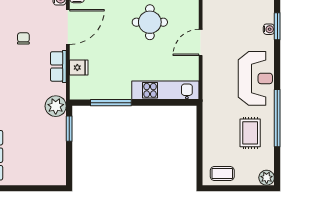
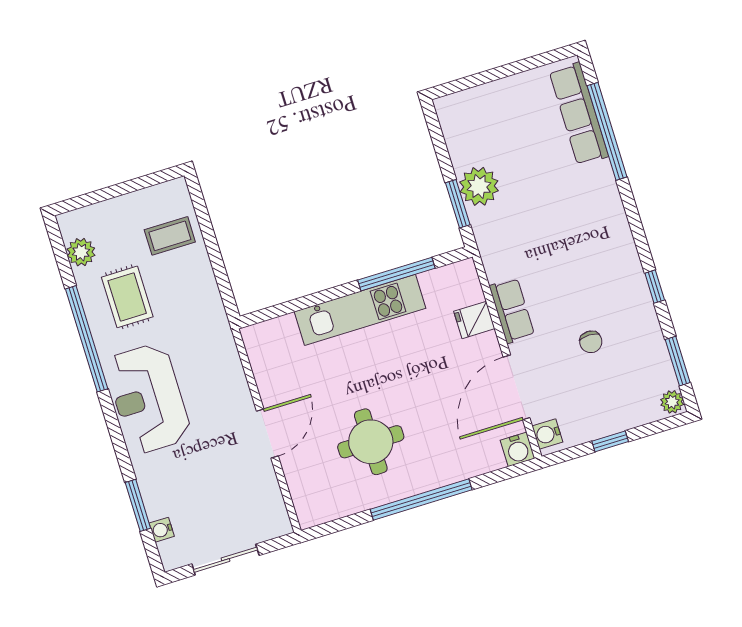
water cooler: (269, 29) -> (162, 530), moved
kitchen unit: (165, 90) -> (360, 310), moved
plant: (56, 106) -> (479, 186), moved
coffee table: (222, 174) -> (170, 236), moved
plant: (267, 178) -> (81, 252), moved

